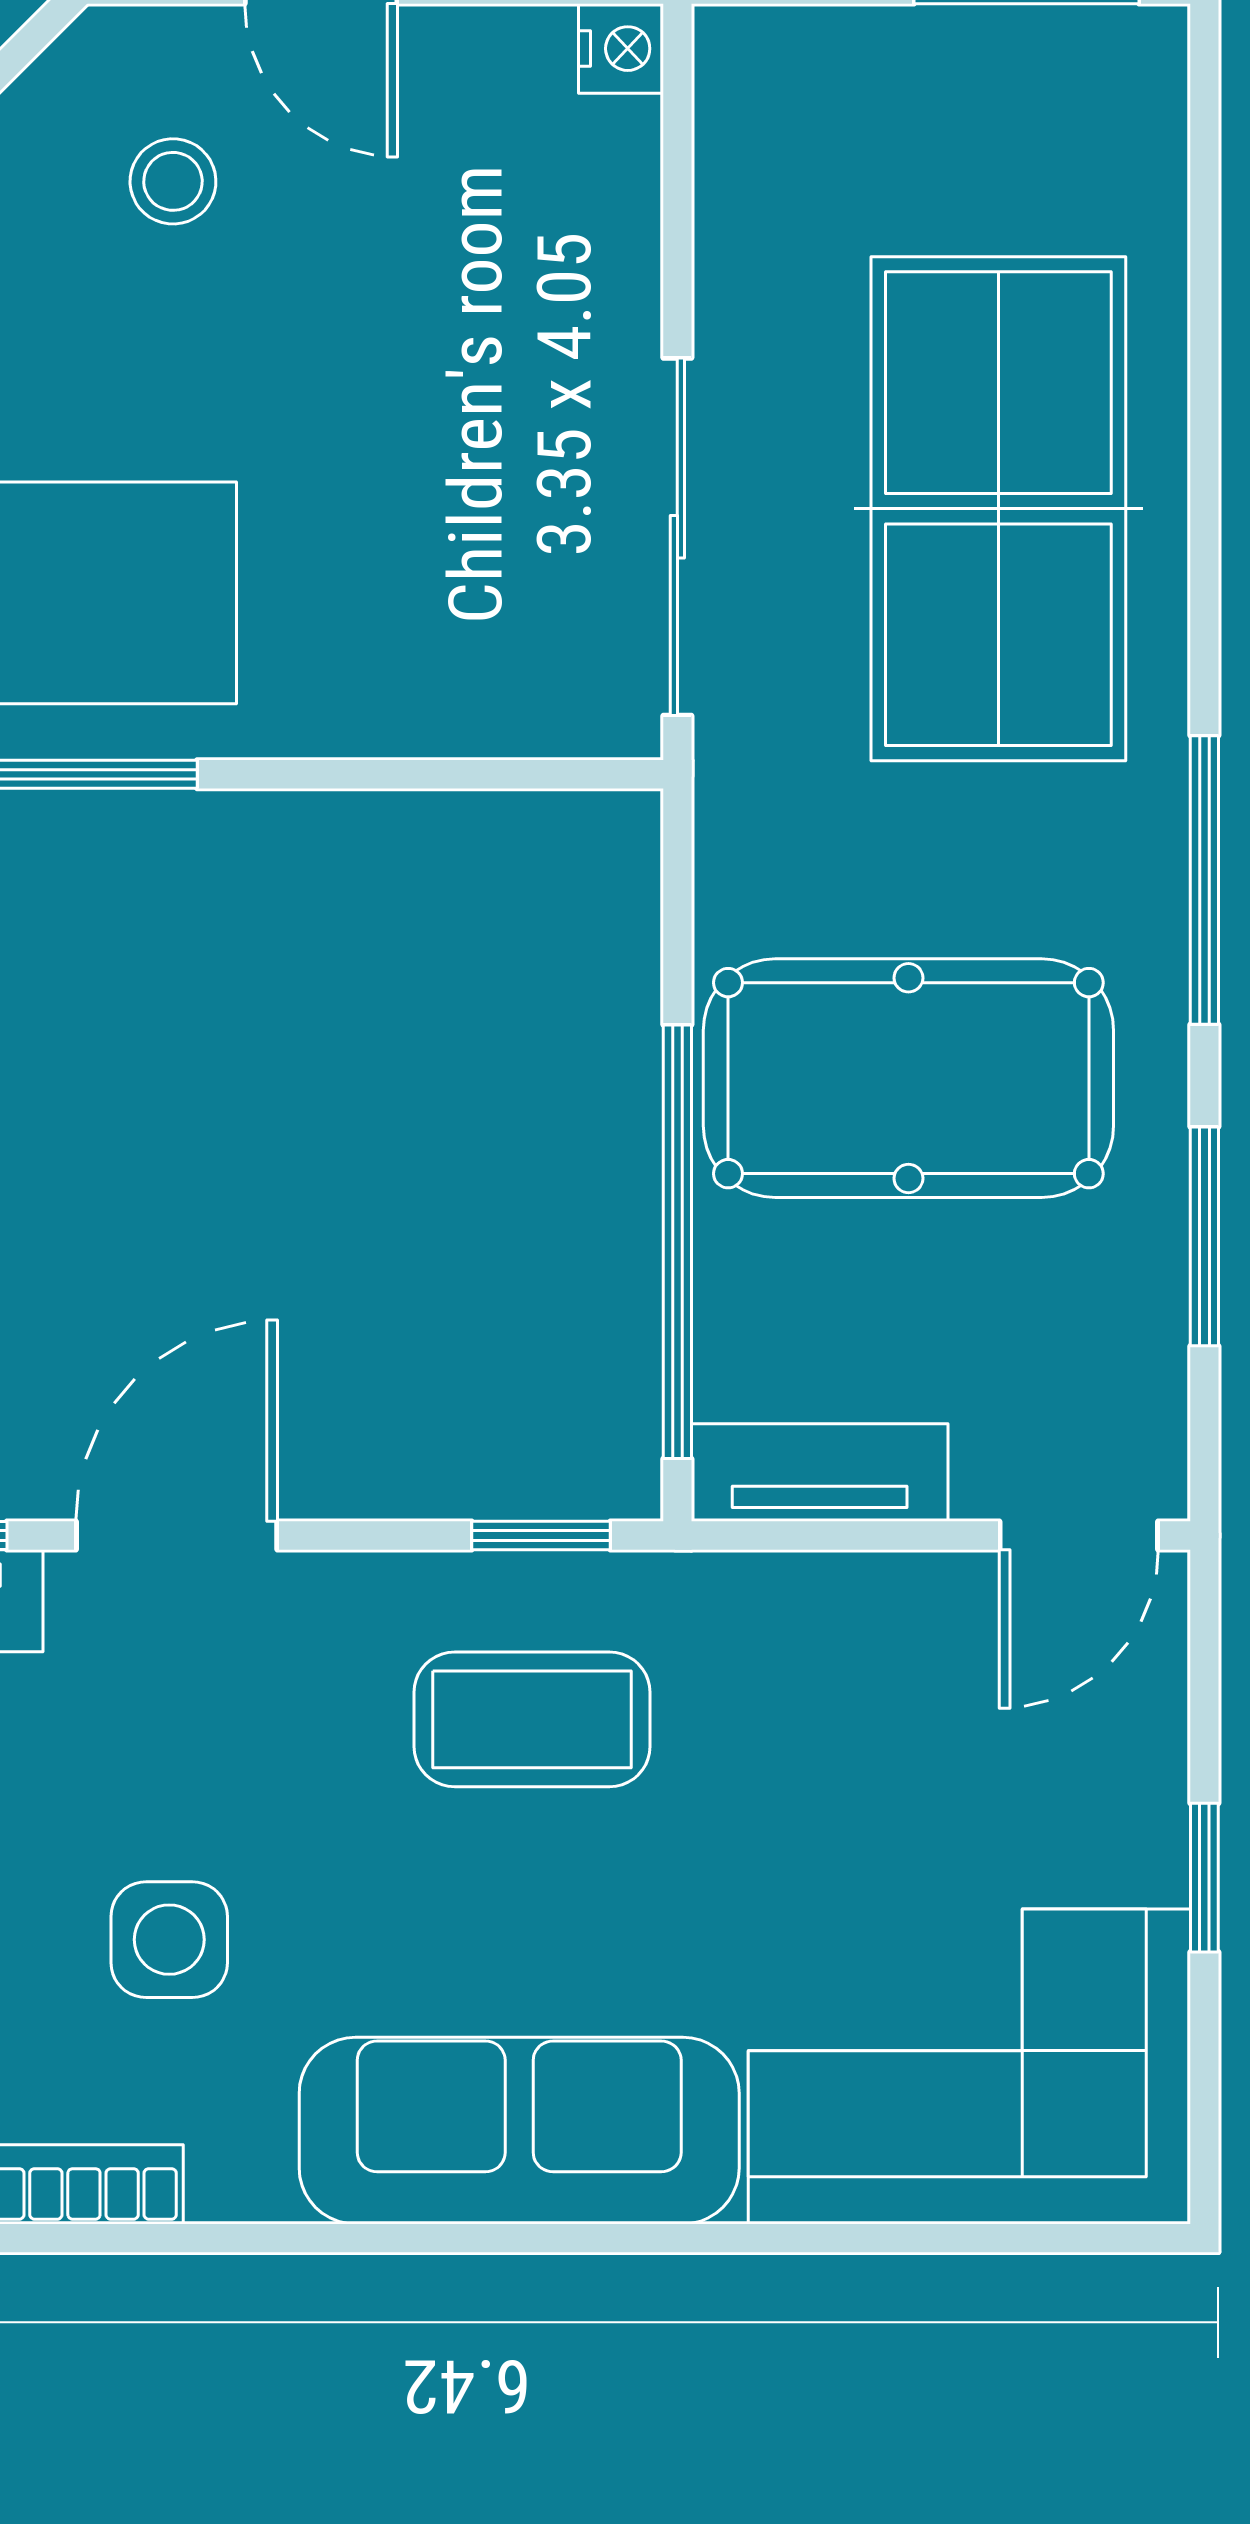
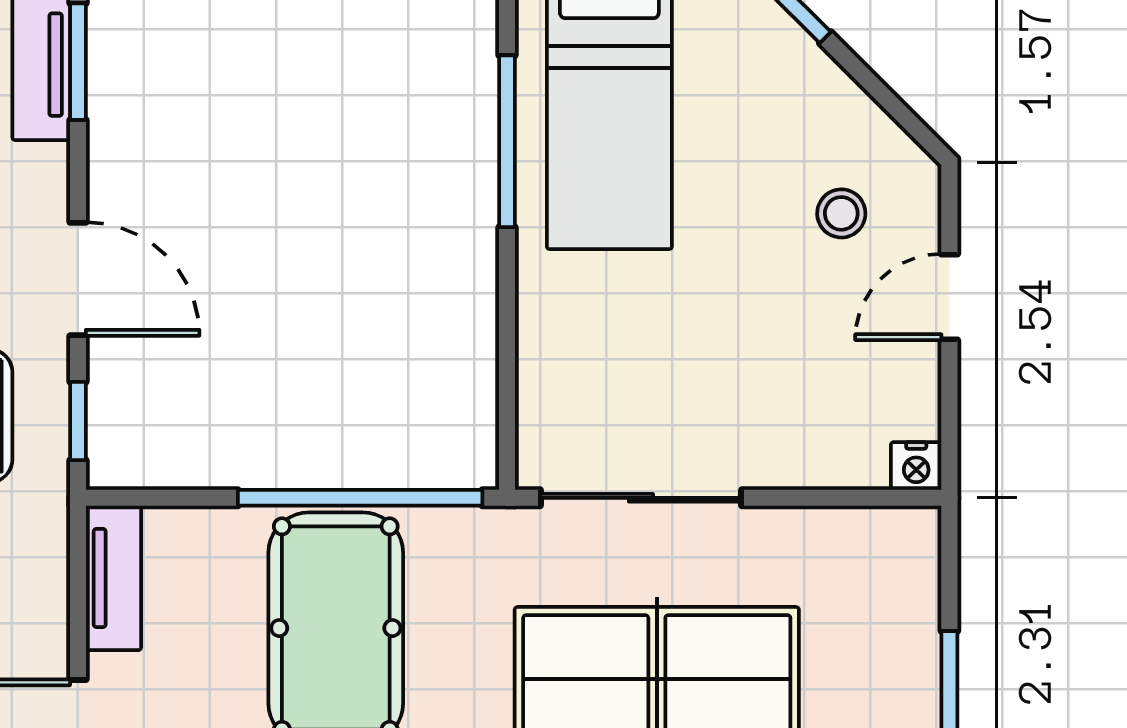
window: (677, 1242) -> (360, 498), moved
door: (177, 1535) -> (78, 279), moved

